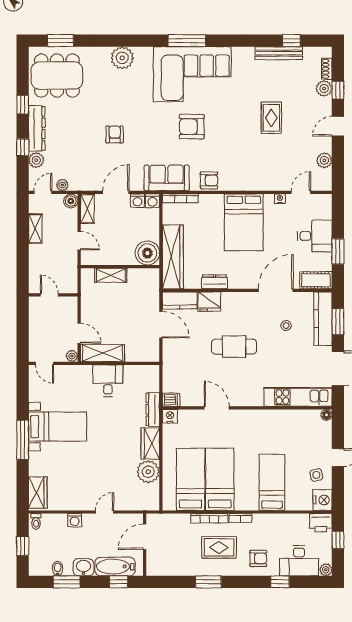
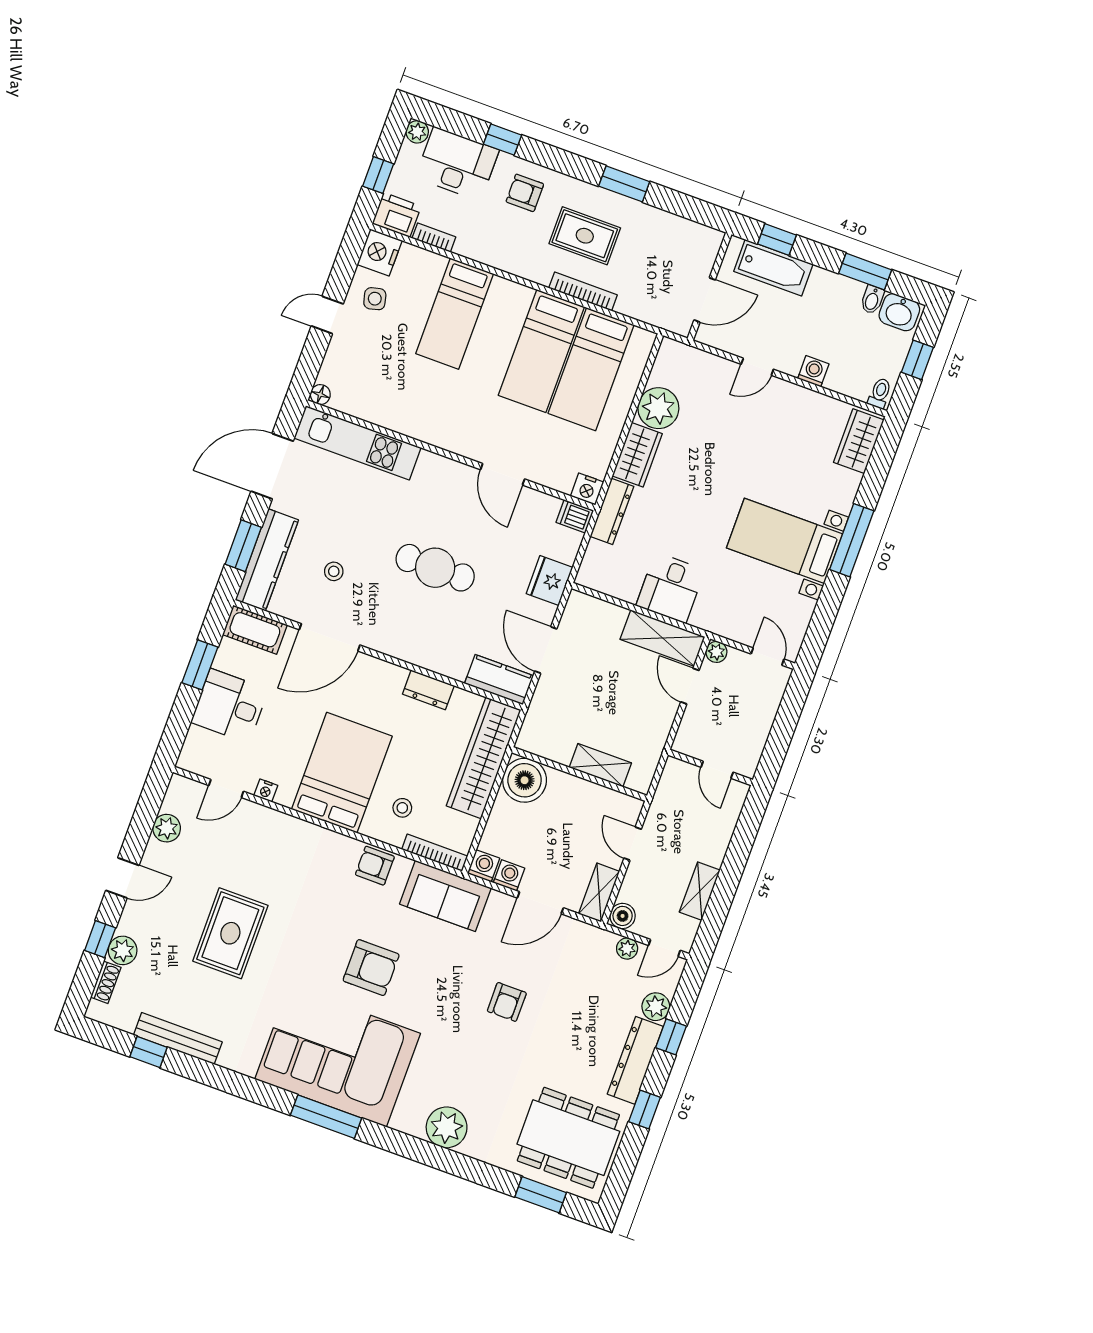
rug: (271, 118) -> (230, 933), width x1.36, depth x1.43
stool: (206, 216) -> (402, 808), added
fridge: (209, 302) -> (549, 581), moved, turned -90
bookcase: (240, 518) -> (434, 237), moved
washbasin: (83, 567) -> (899, 312), moved

